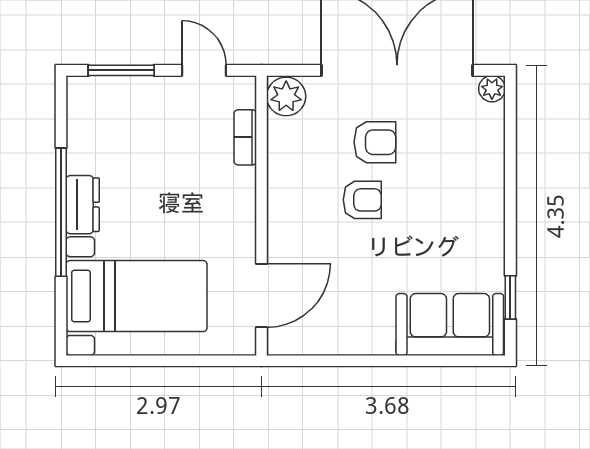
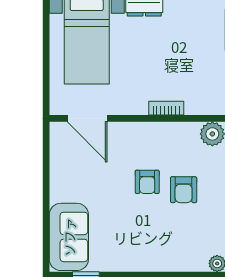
bookcase: (245, 137) -> (166, 108), moved

